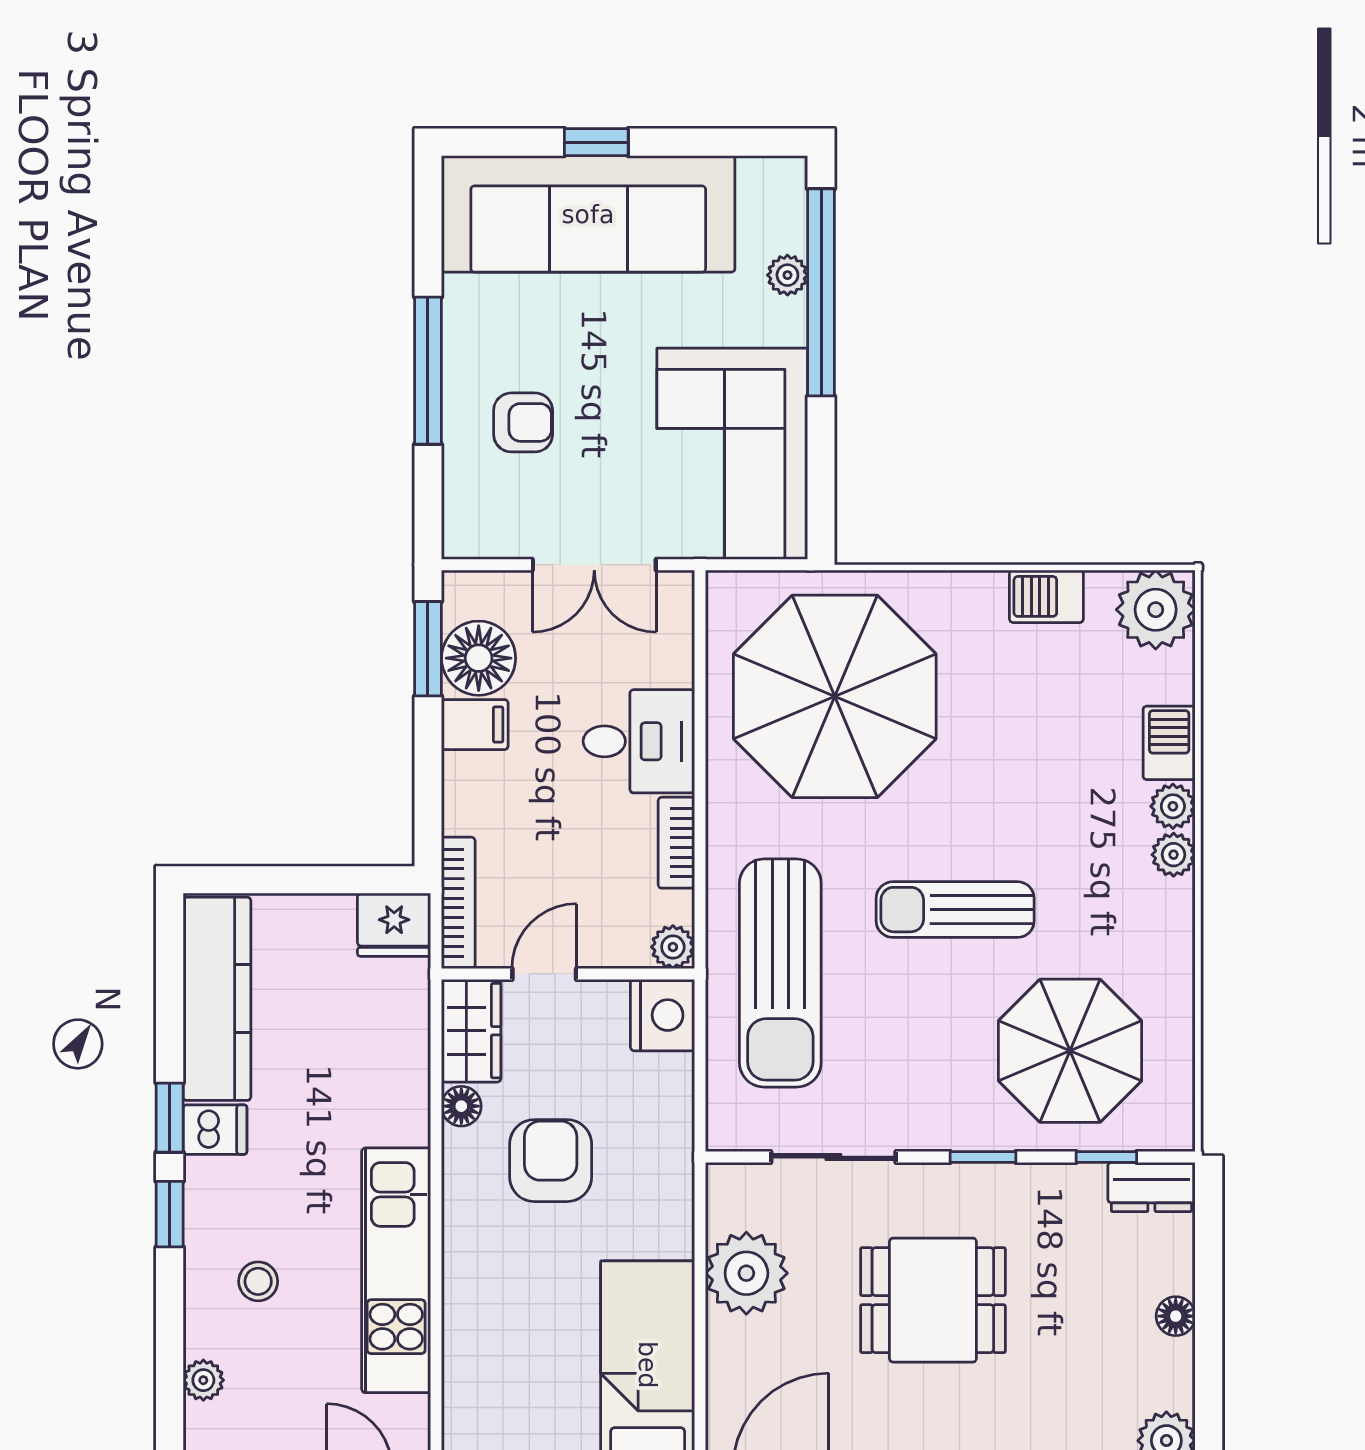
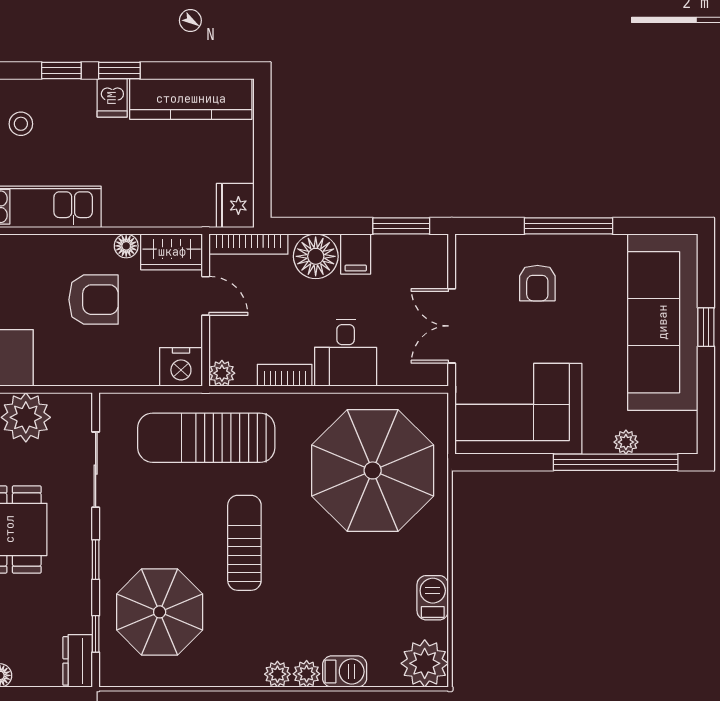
floor lamp: (479, 658) -> (316, 256), moved

